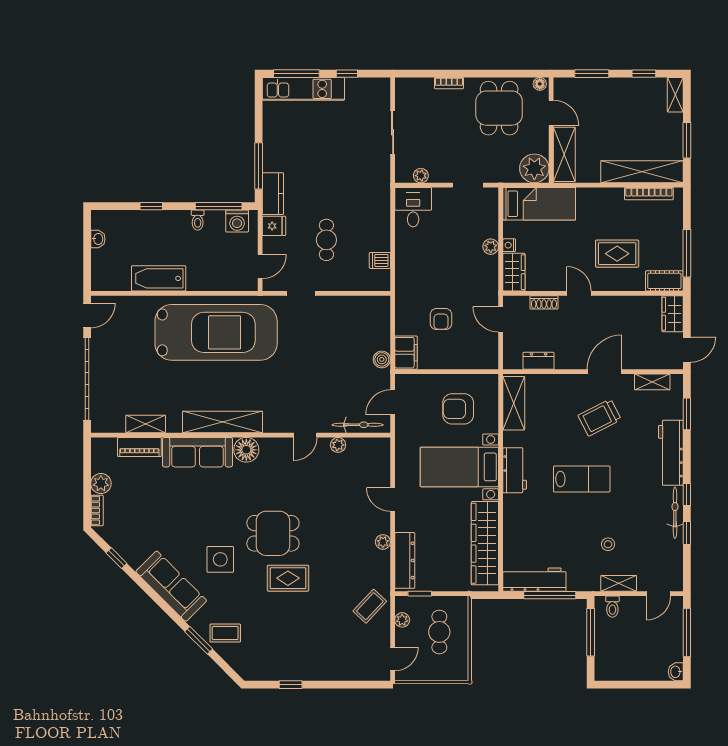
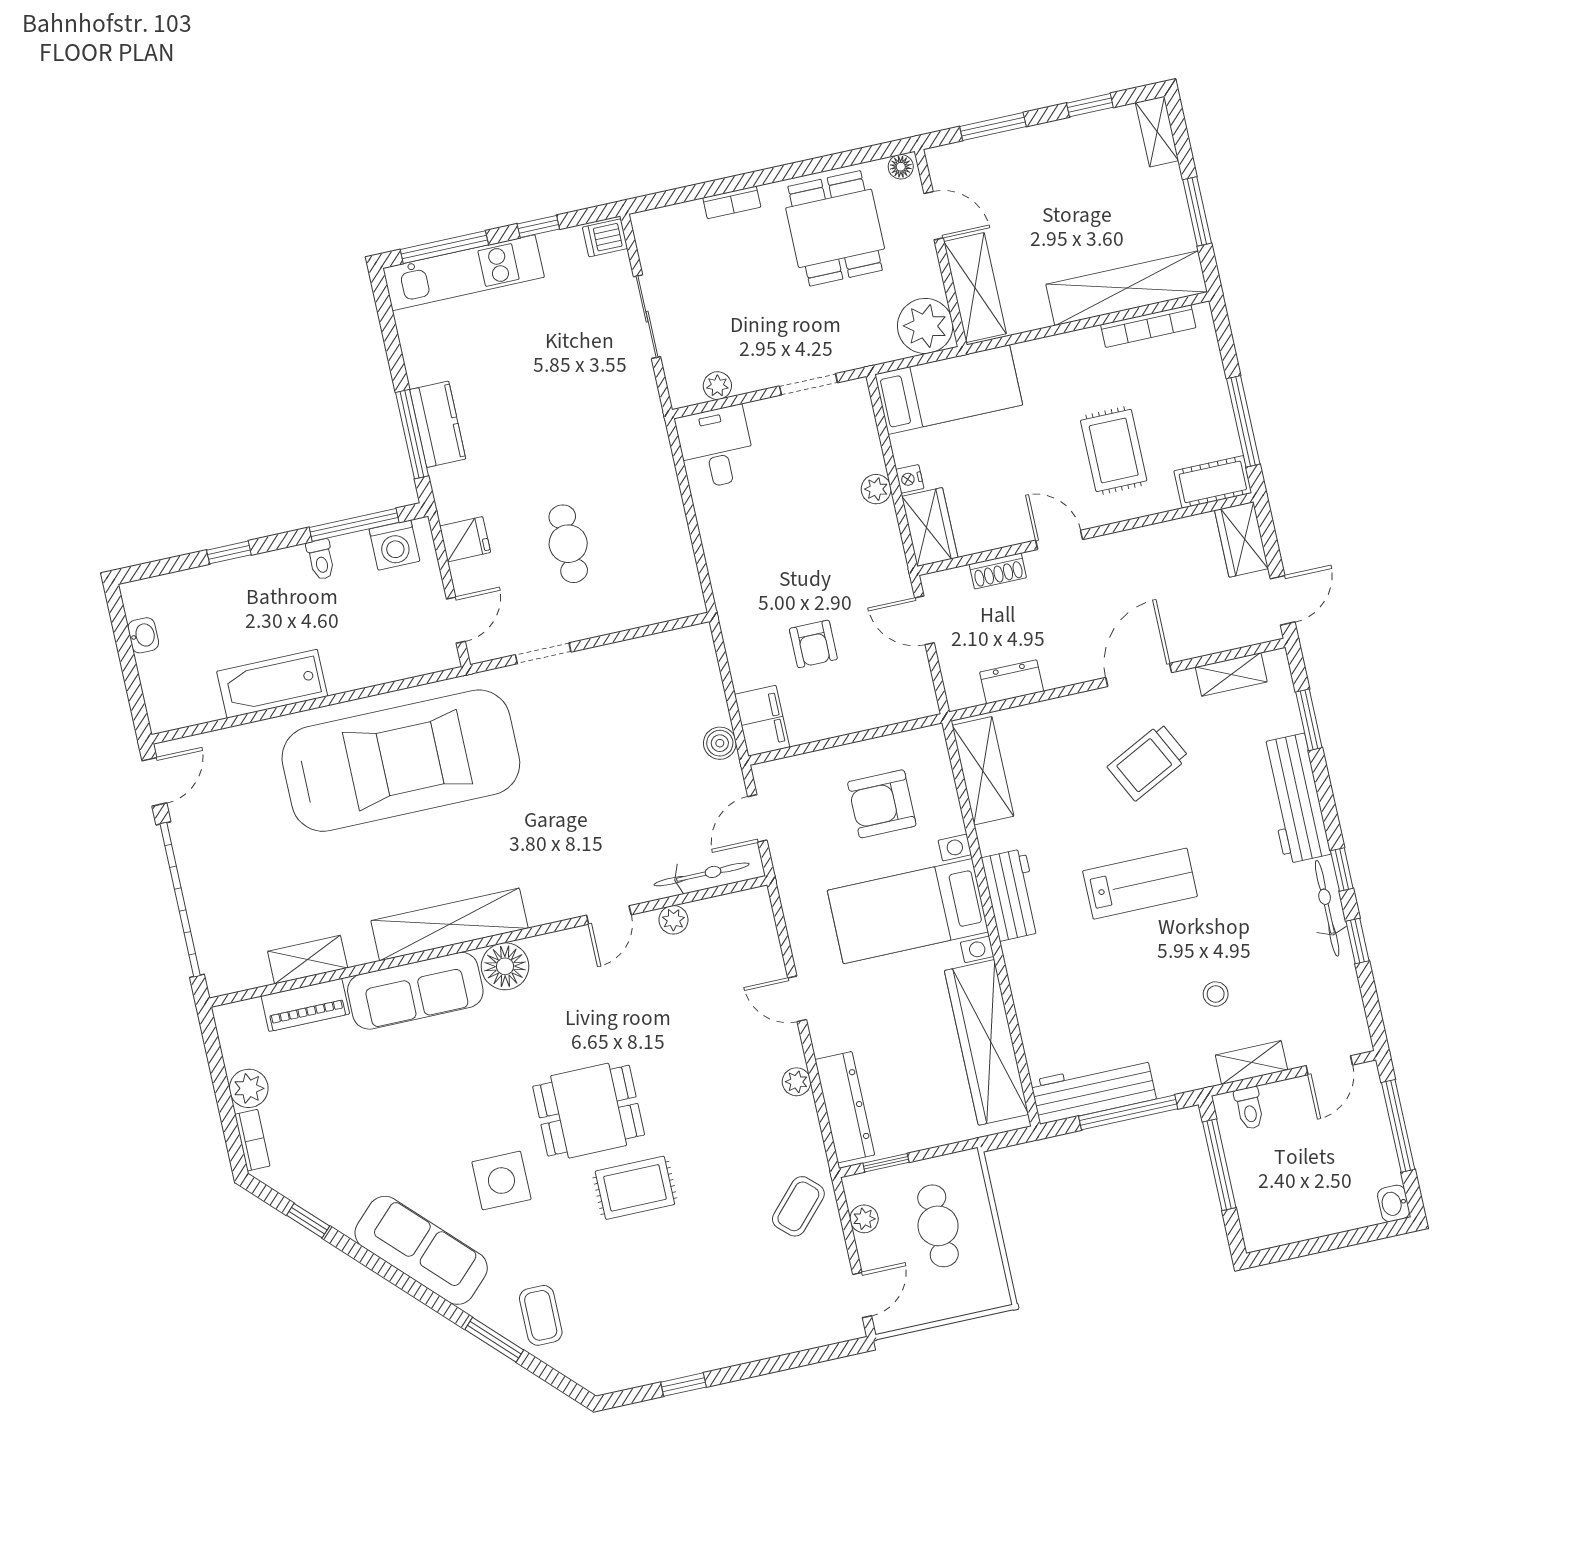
kitchen counter: (273, 194) -> (438, 424), moved
rug: (617, 254) -> (1114, 450), turned 90
dishwasher: (380, 260) -> (605, 238), moved
coffee table: (225, 633) -> (541, 1315), turned 90

